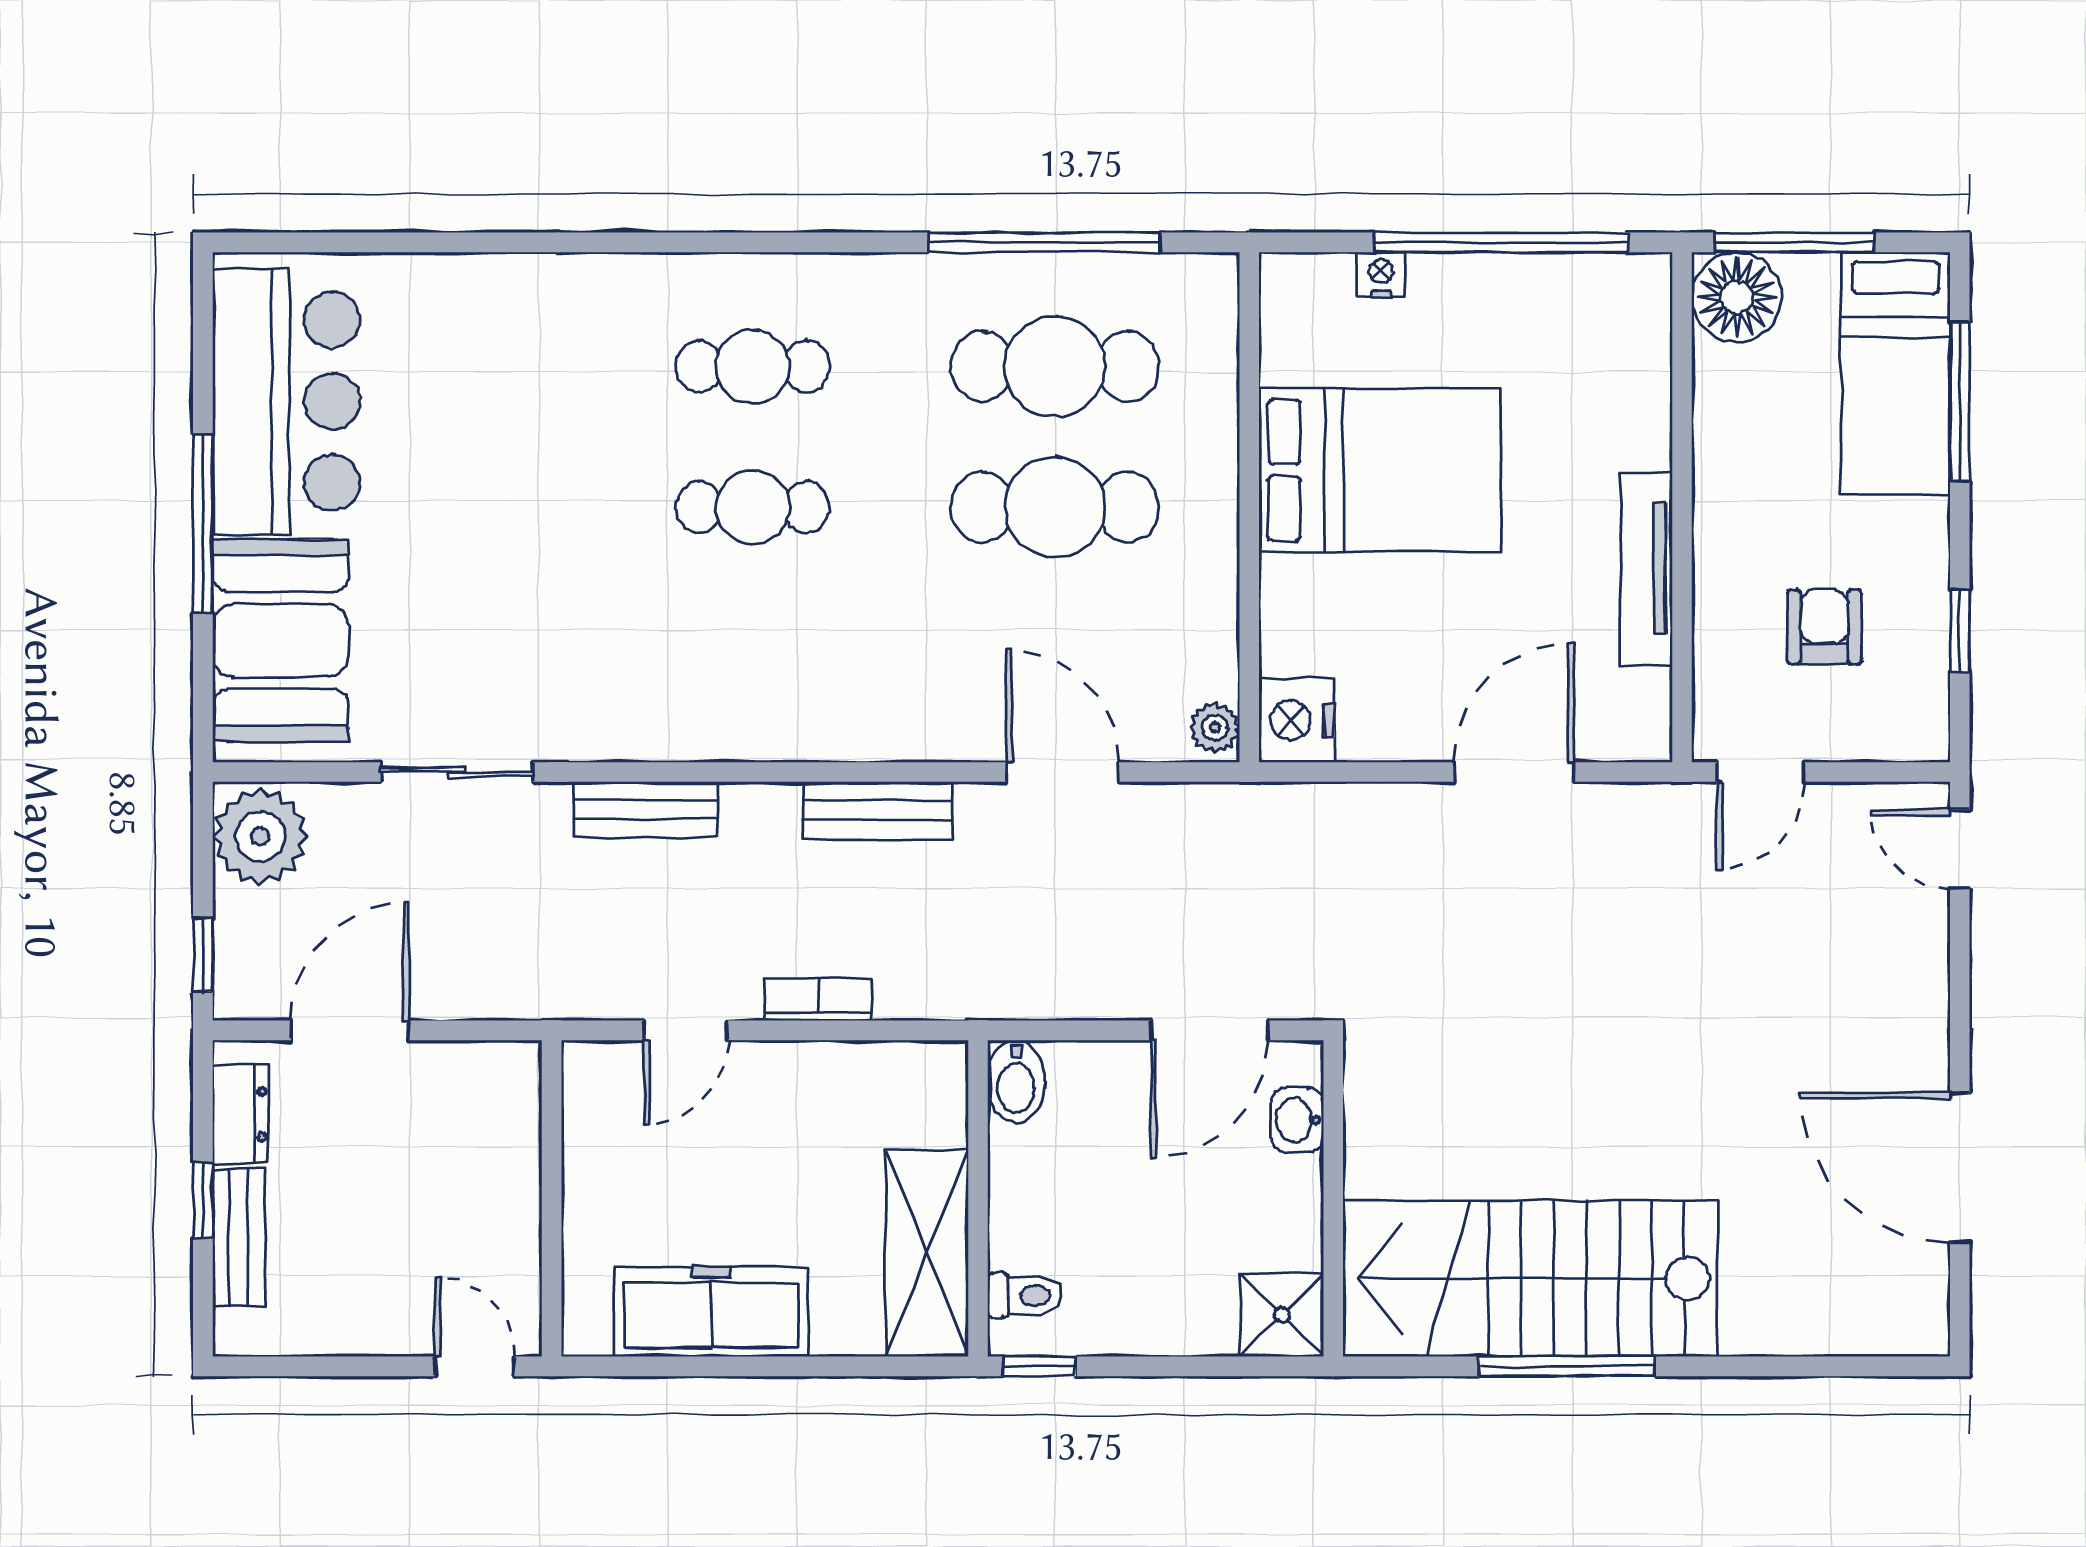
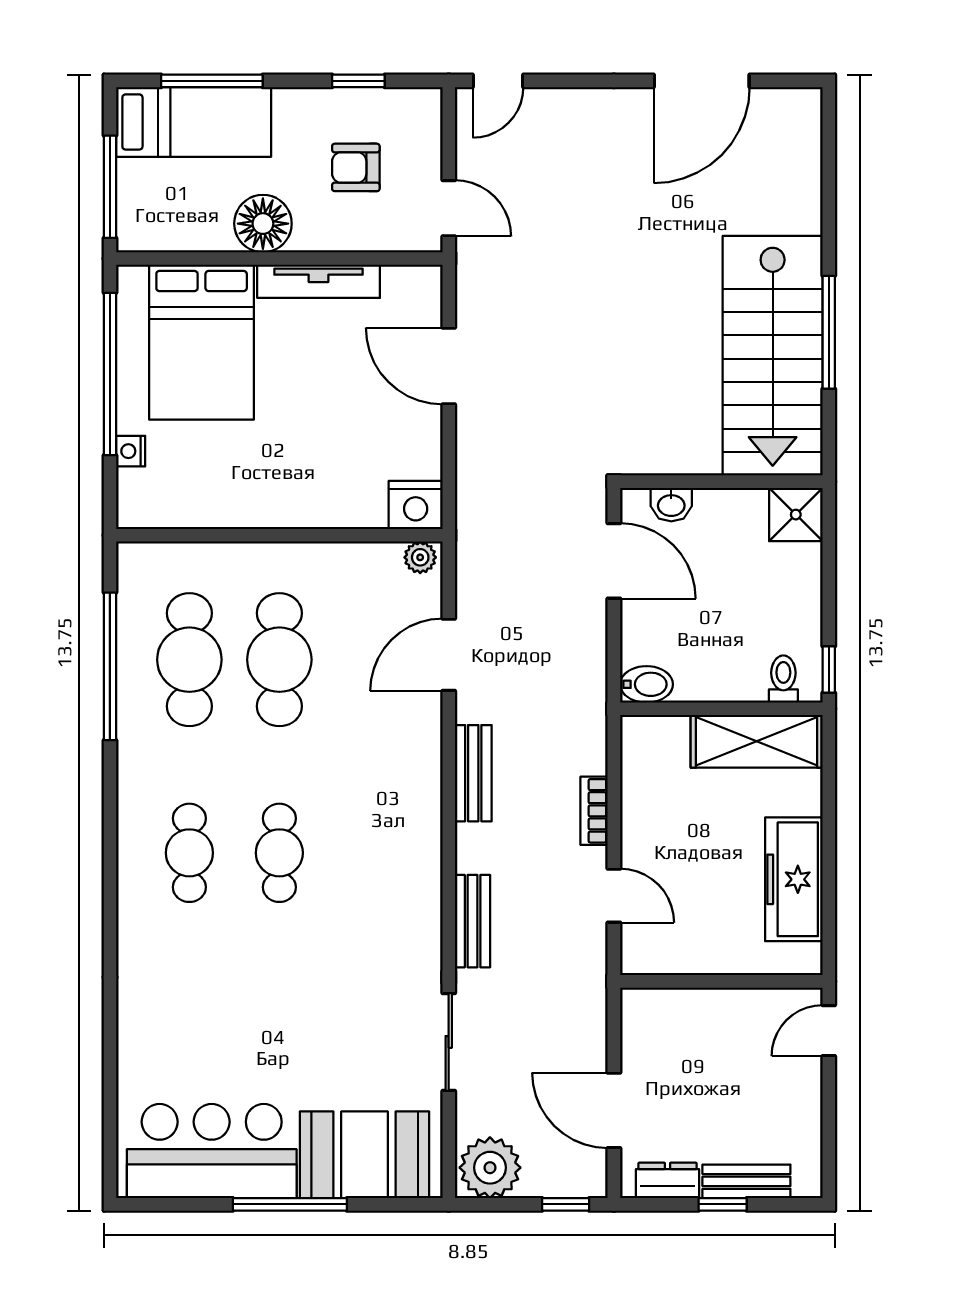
floor lamp: (1737, 297) -> (263, 224), moved
bed: (1380, 470) -> (202, 342), moved, turned 180

